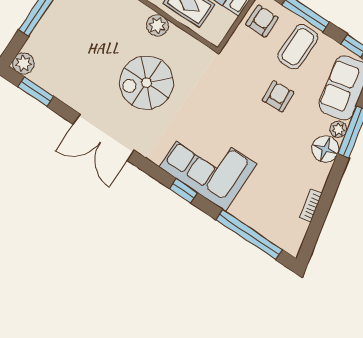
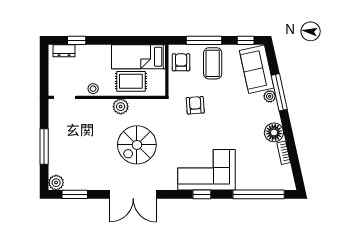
armchair: (278, 96) -> (195, 105), moved
floor lamp: (325, 149) -> (274, 132), moved

